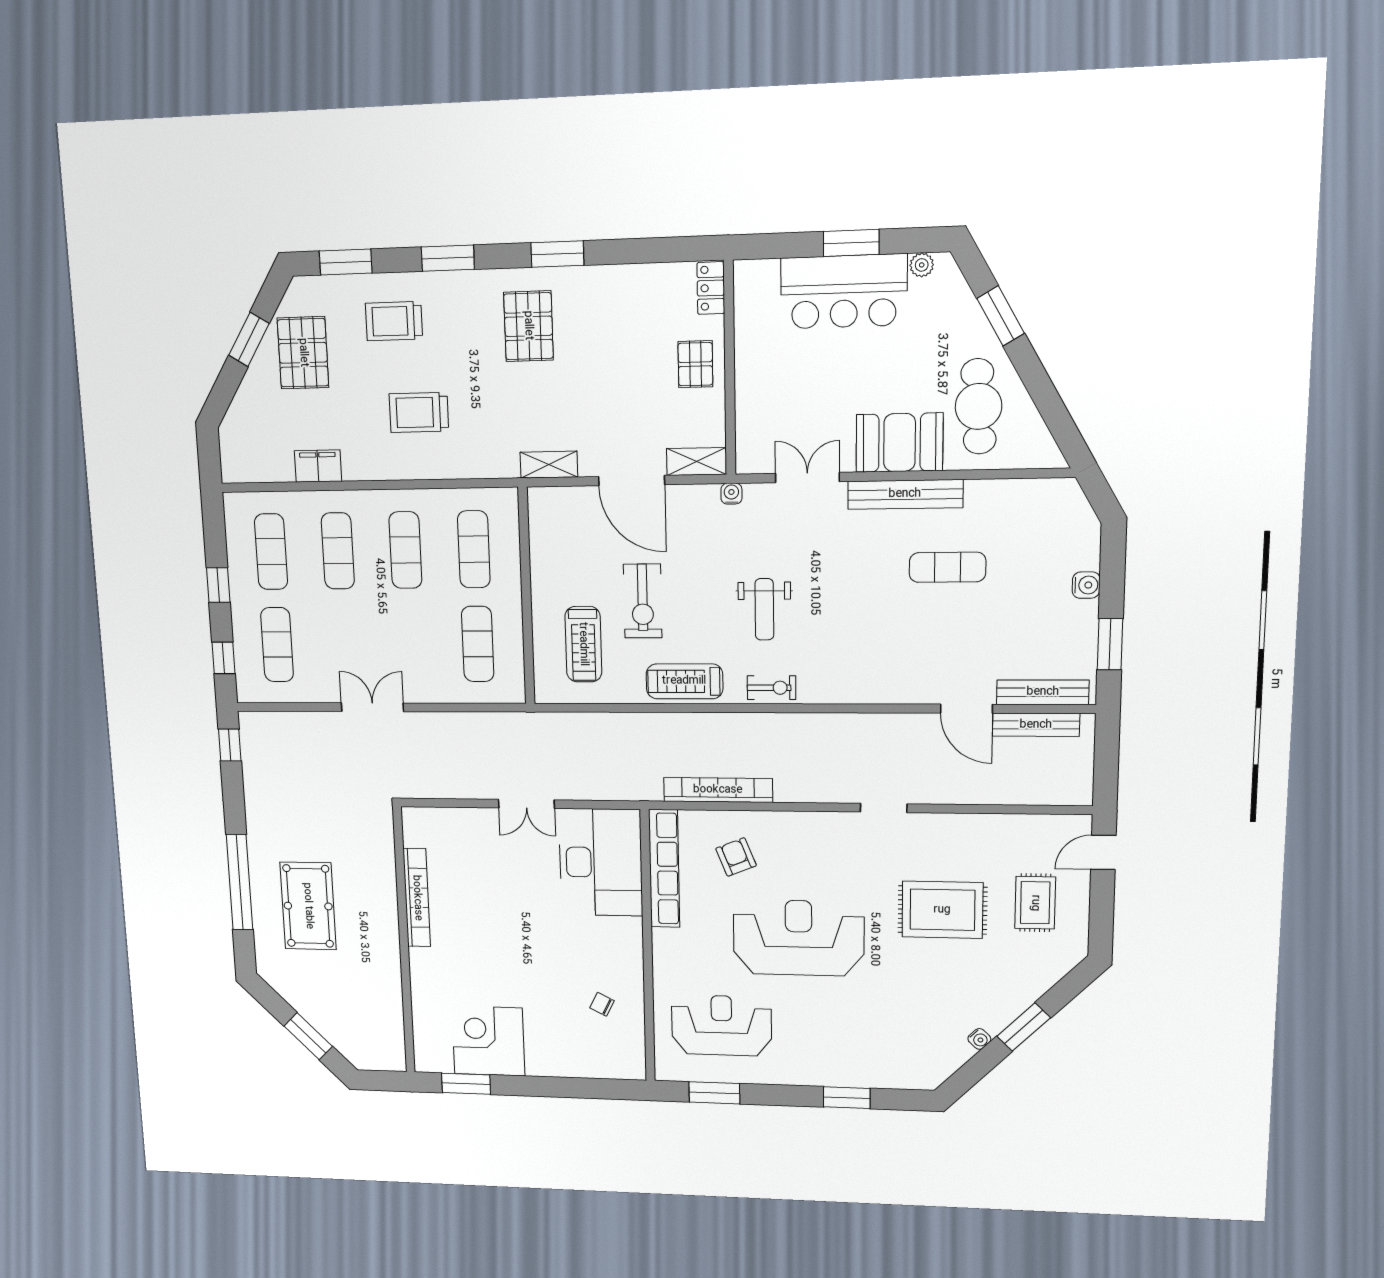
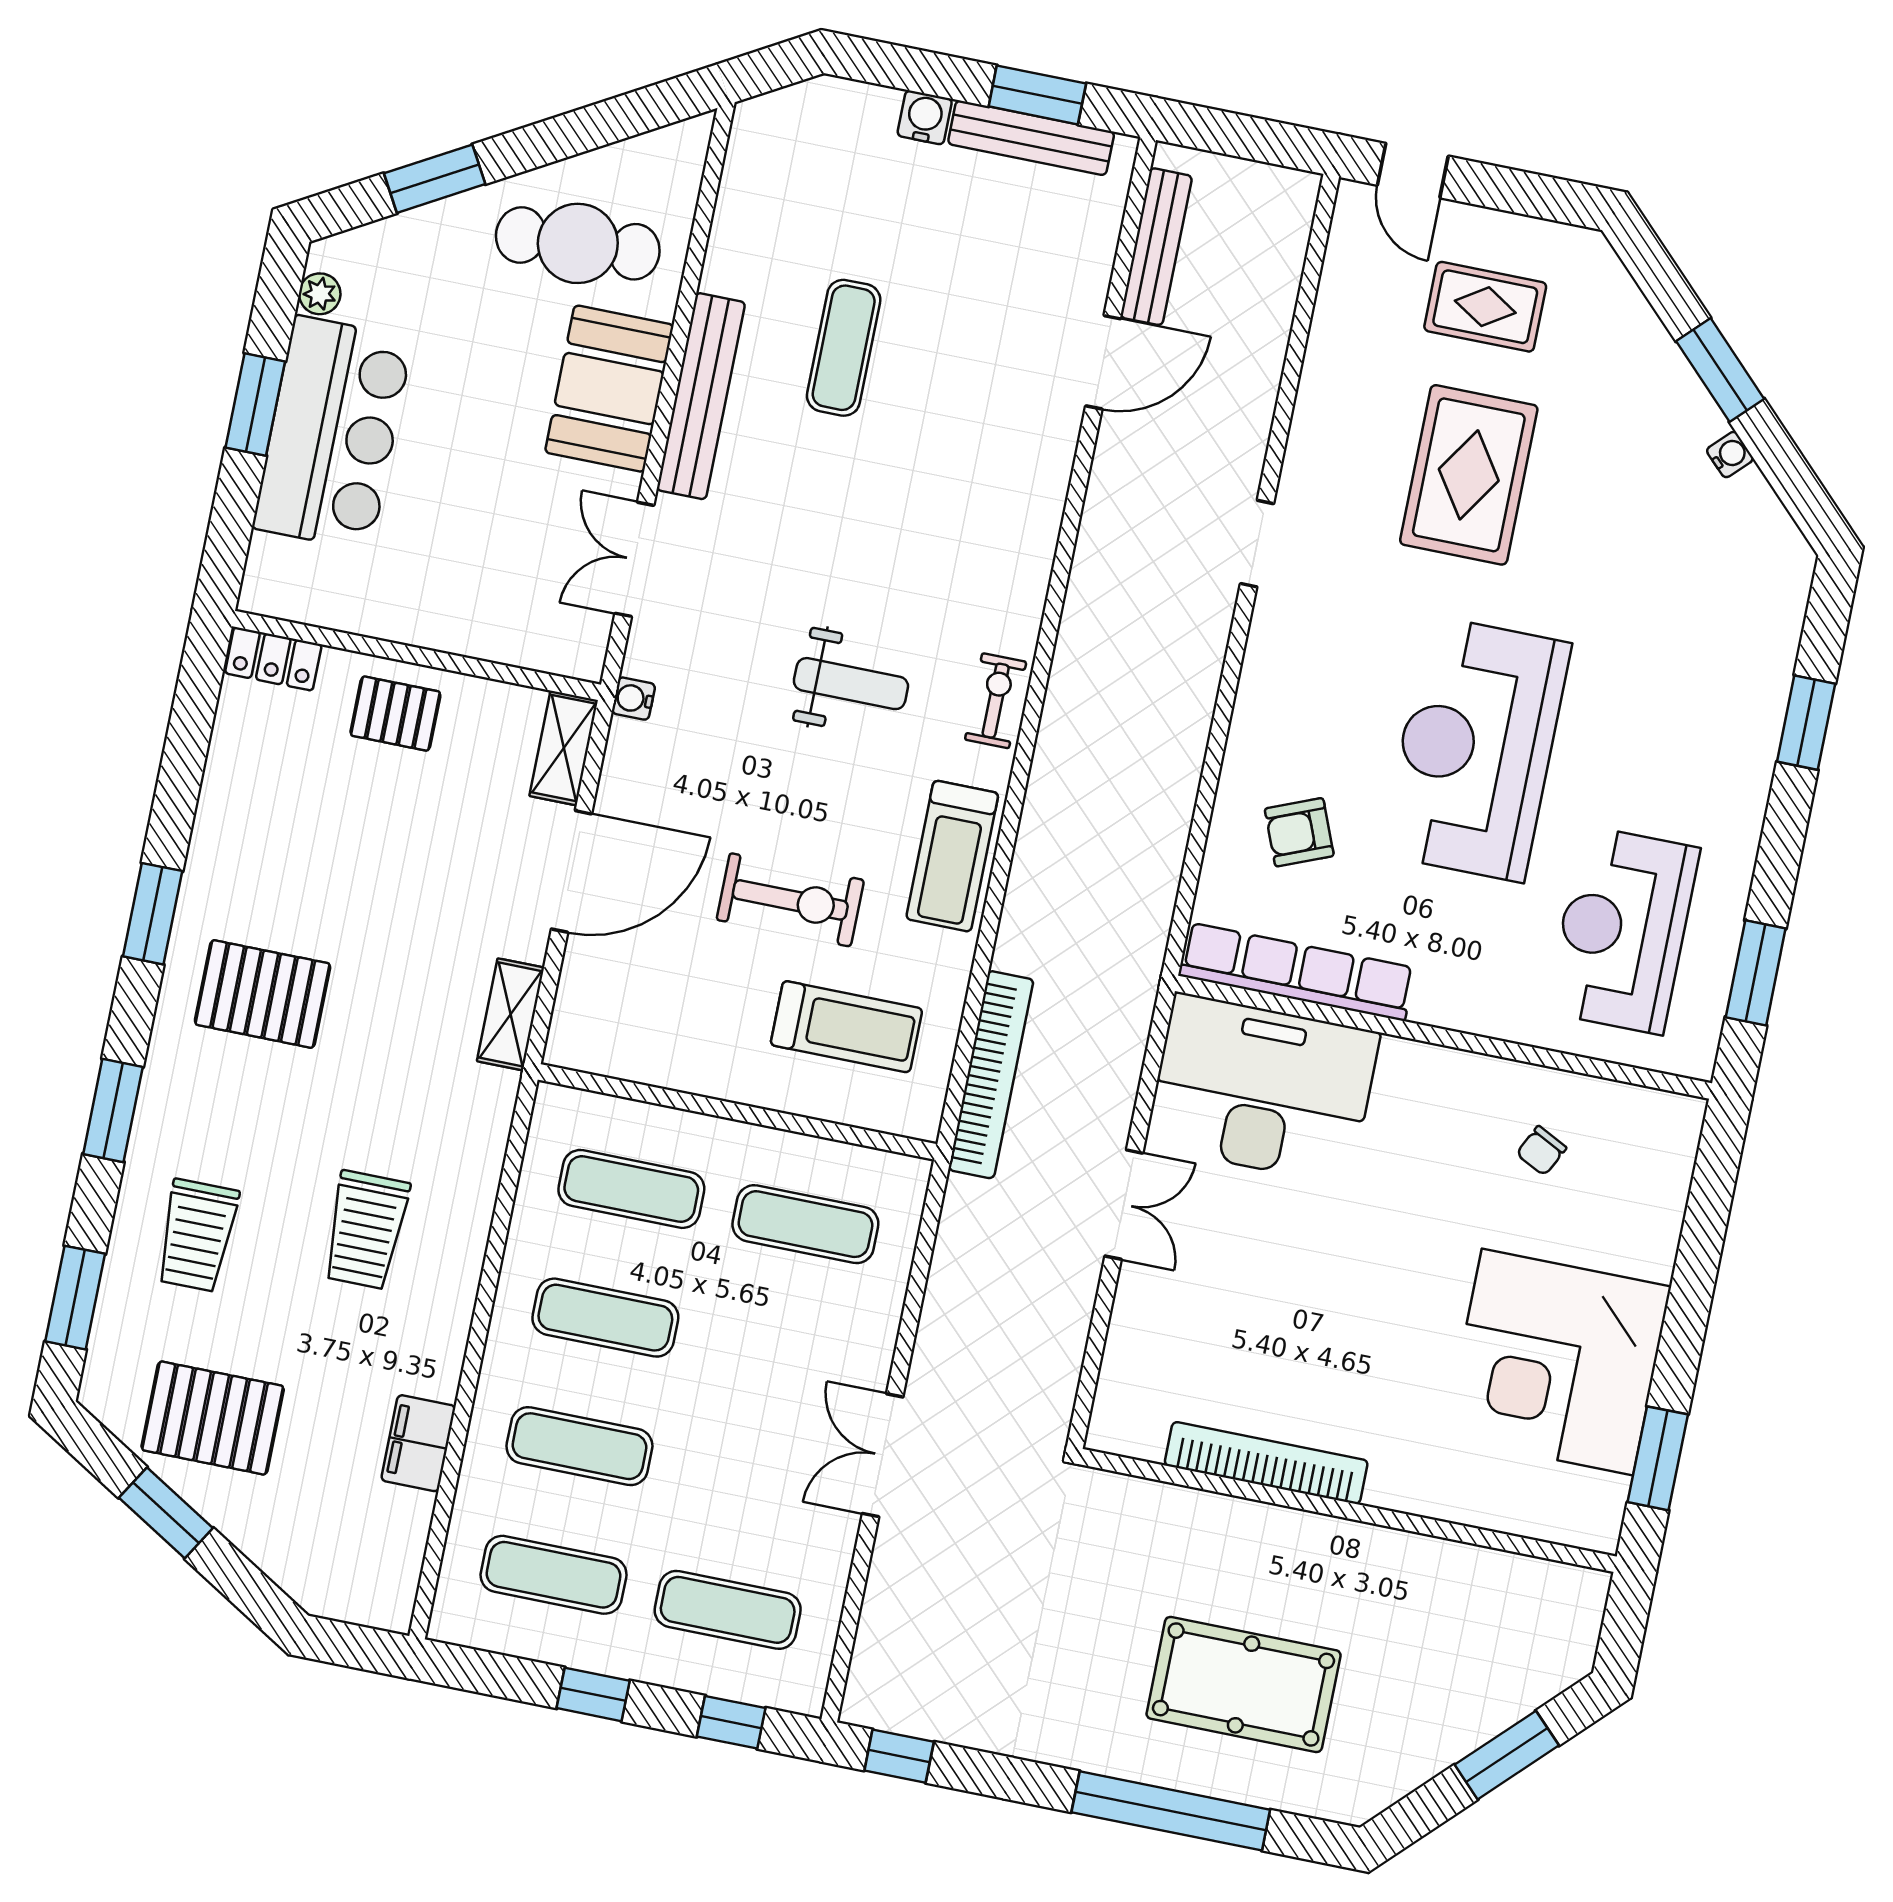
bench: (1043, 692) -> (1031, 138), moved, turned 90
bookcase: (718, 790) -> (991, 1075), moved, turned 180
corner desk: (488, 1041) -> (1558, 1362), width x1.36, depth x1.36

